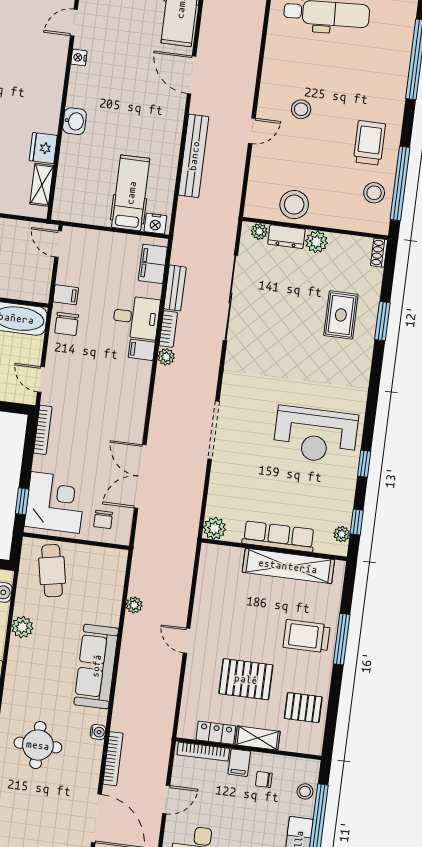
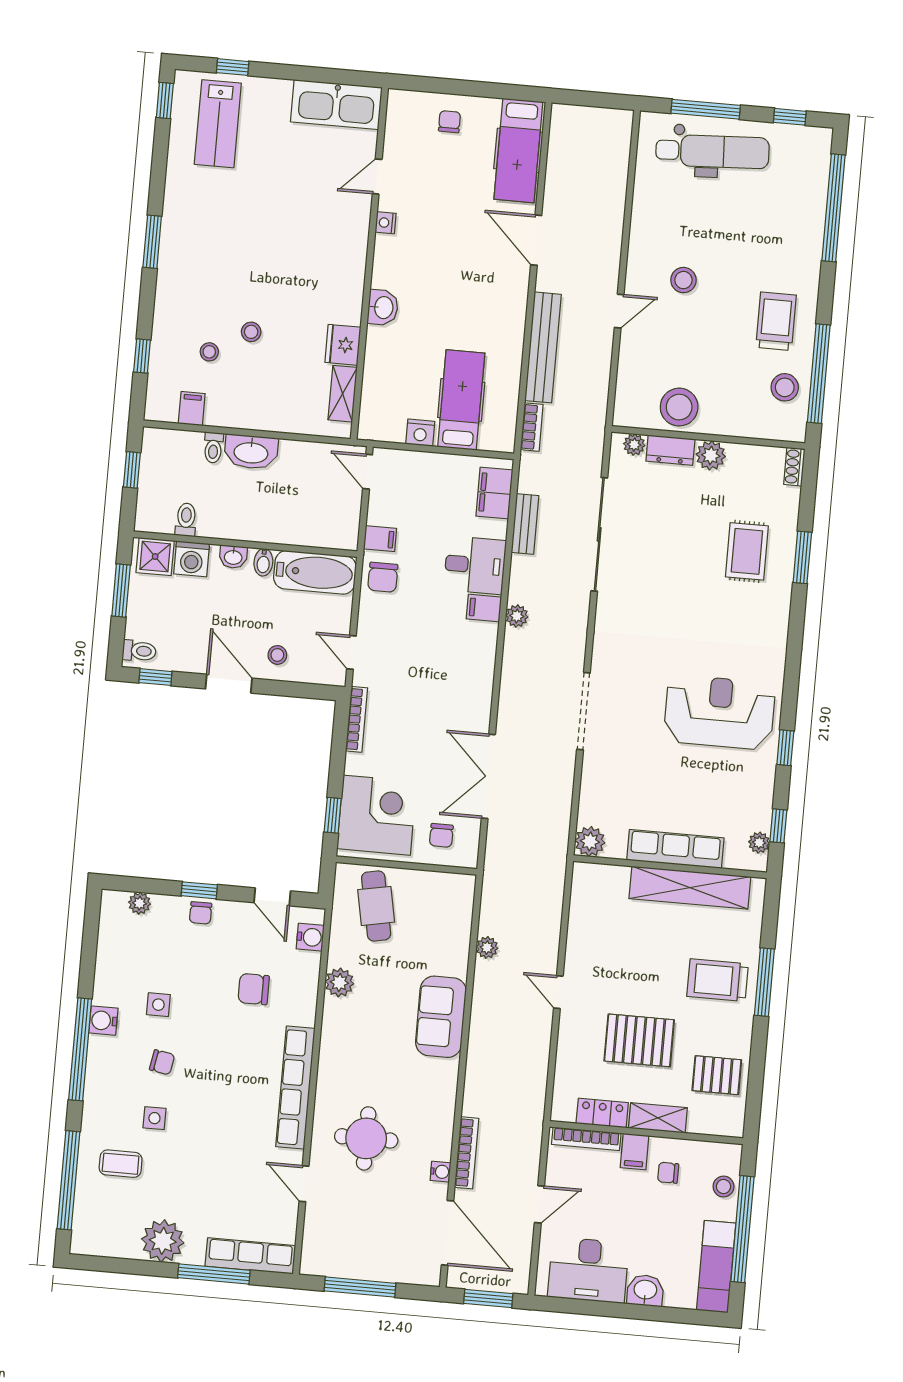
nightstand: (155, 224) -> (420, 433), moved
bookcase: (168, 329) -> (532, 427), moved
reception desk: (316, 435) -> (719, 712), turned 180
sofa: (96, 666) -> (441, 1017), width x0.73
water cooler: (98, 732) -> (441, 1172), moved

